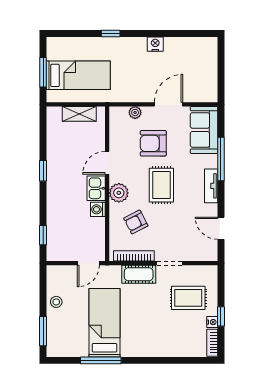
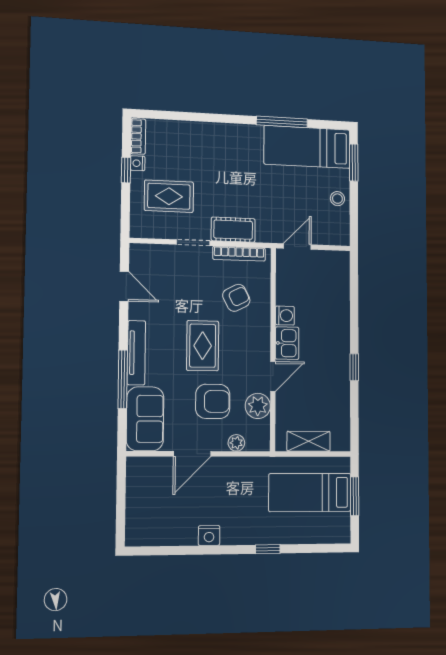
tv unit: (211, 186) -> (136, 353), width x1.41
plant: (119, 193) -> (258, 406), moved
window: (43, 235) -> (354, 284), removed
bed: (104, 323) -> (307, 147), moved, turned 90

